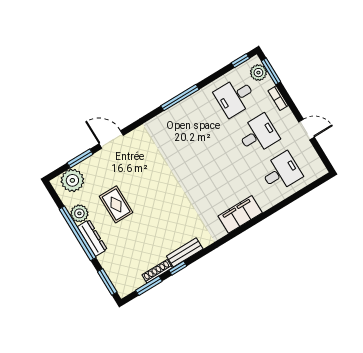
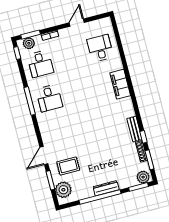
desk: (258, 134) -> (49, 98), moved, turned 180
rug: (116, 204) -> (68, 166), moved
plant: (79, 213) -> (143, 177), moved

